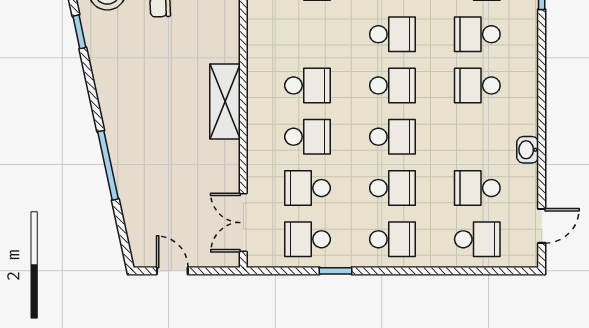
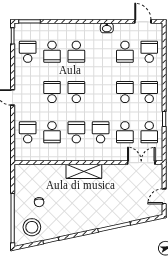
school desk: (392, 137) -> (52, 132), moved, turned 180
double door: (243, 223) -> (141, 163), swing flipped

